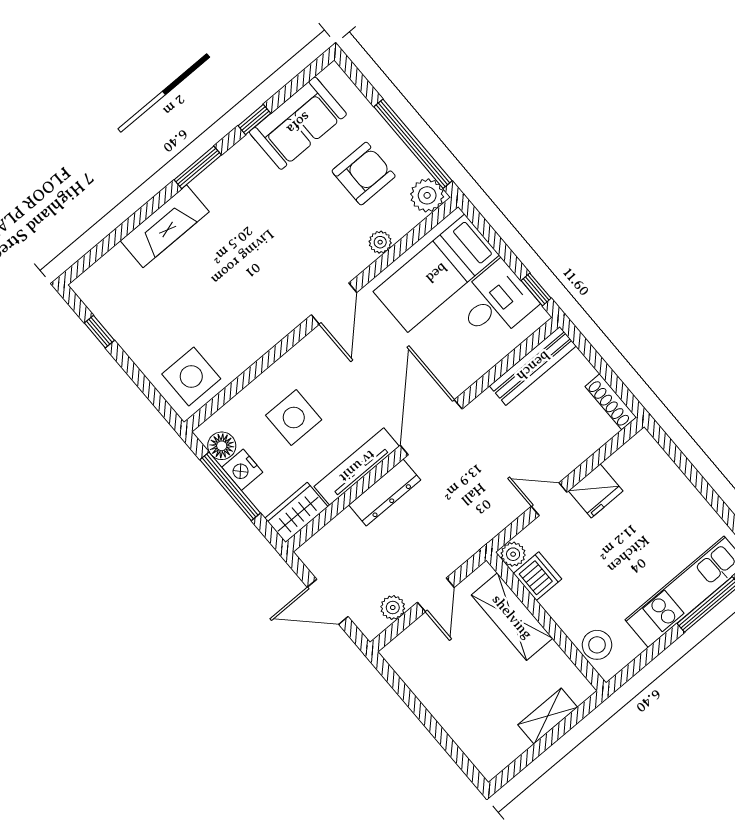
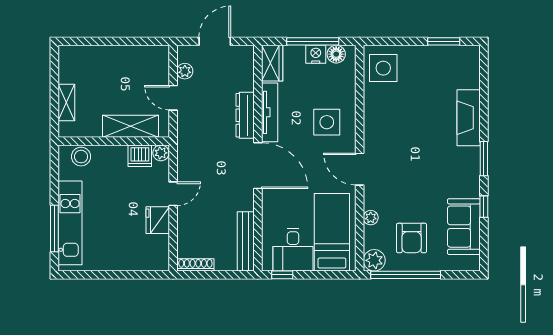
window: (99, 332) -> (444, 41), width x1.50
side table: (294, 417) -> (327, 122), moved

